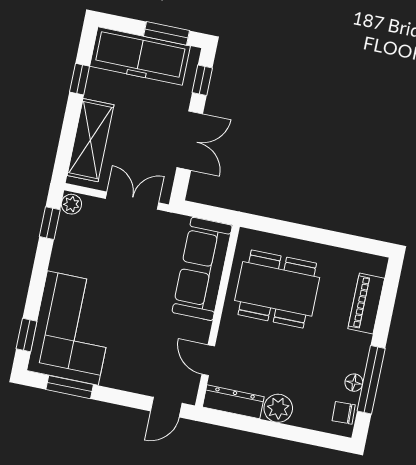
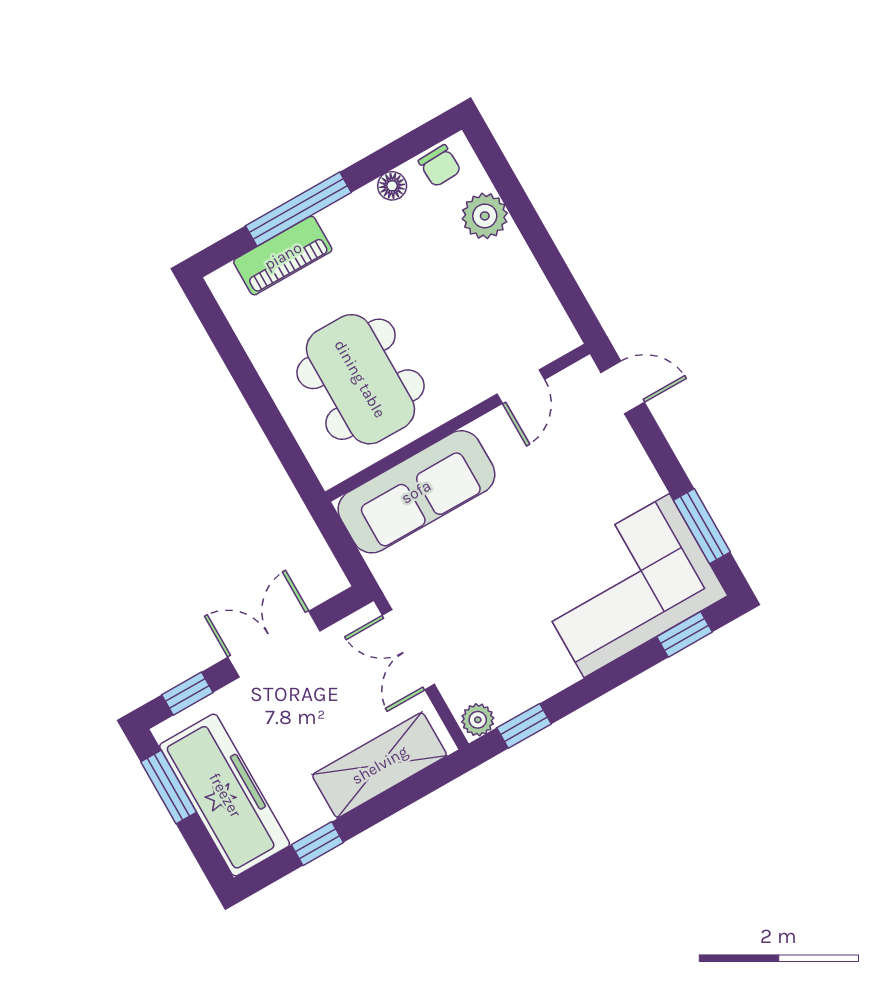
window: (371, 380) -> (298, 209), moved
dresser: (233, 402) -> (545, 312), removed
plant: (278, 408) -> (485, 216), moved

